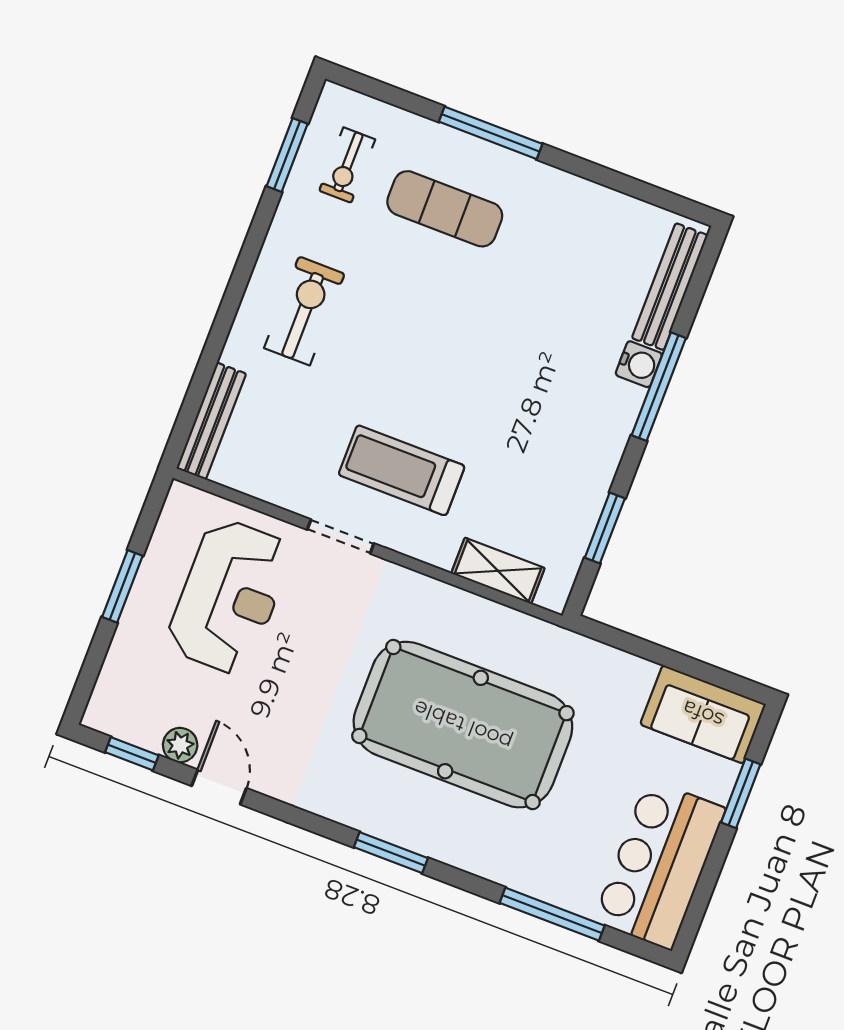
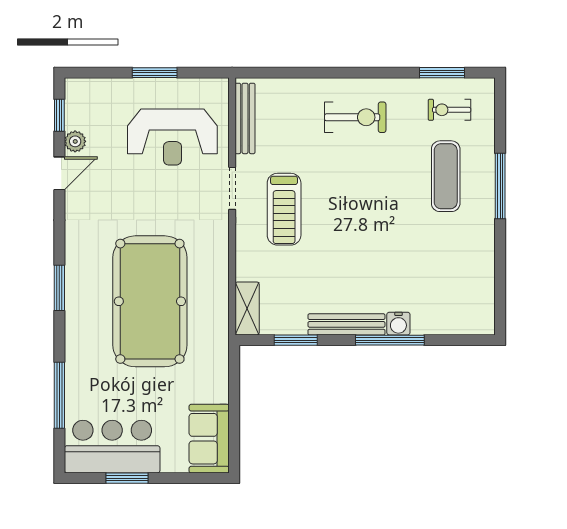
bench: (670, 287) -> (346, 324), moved
bench: (211, 421) -> (245, 118), moved, turned 90
treadmill: (402, 470) -> (284, 209), turned 180
shelving: (498, 571) -> (247, 308), moved
window: (741, 793) -> (127, 478), moved

